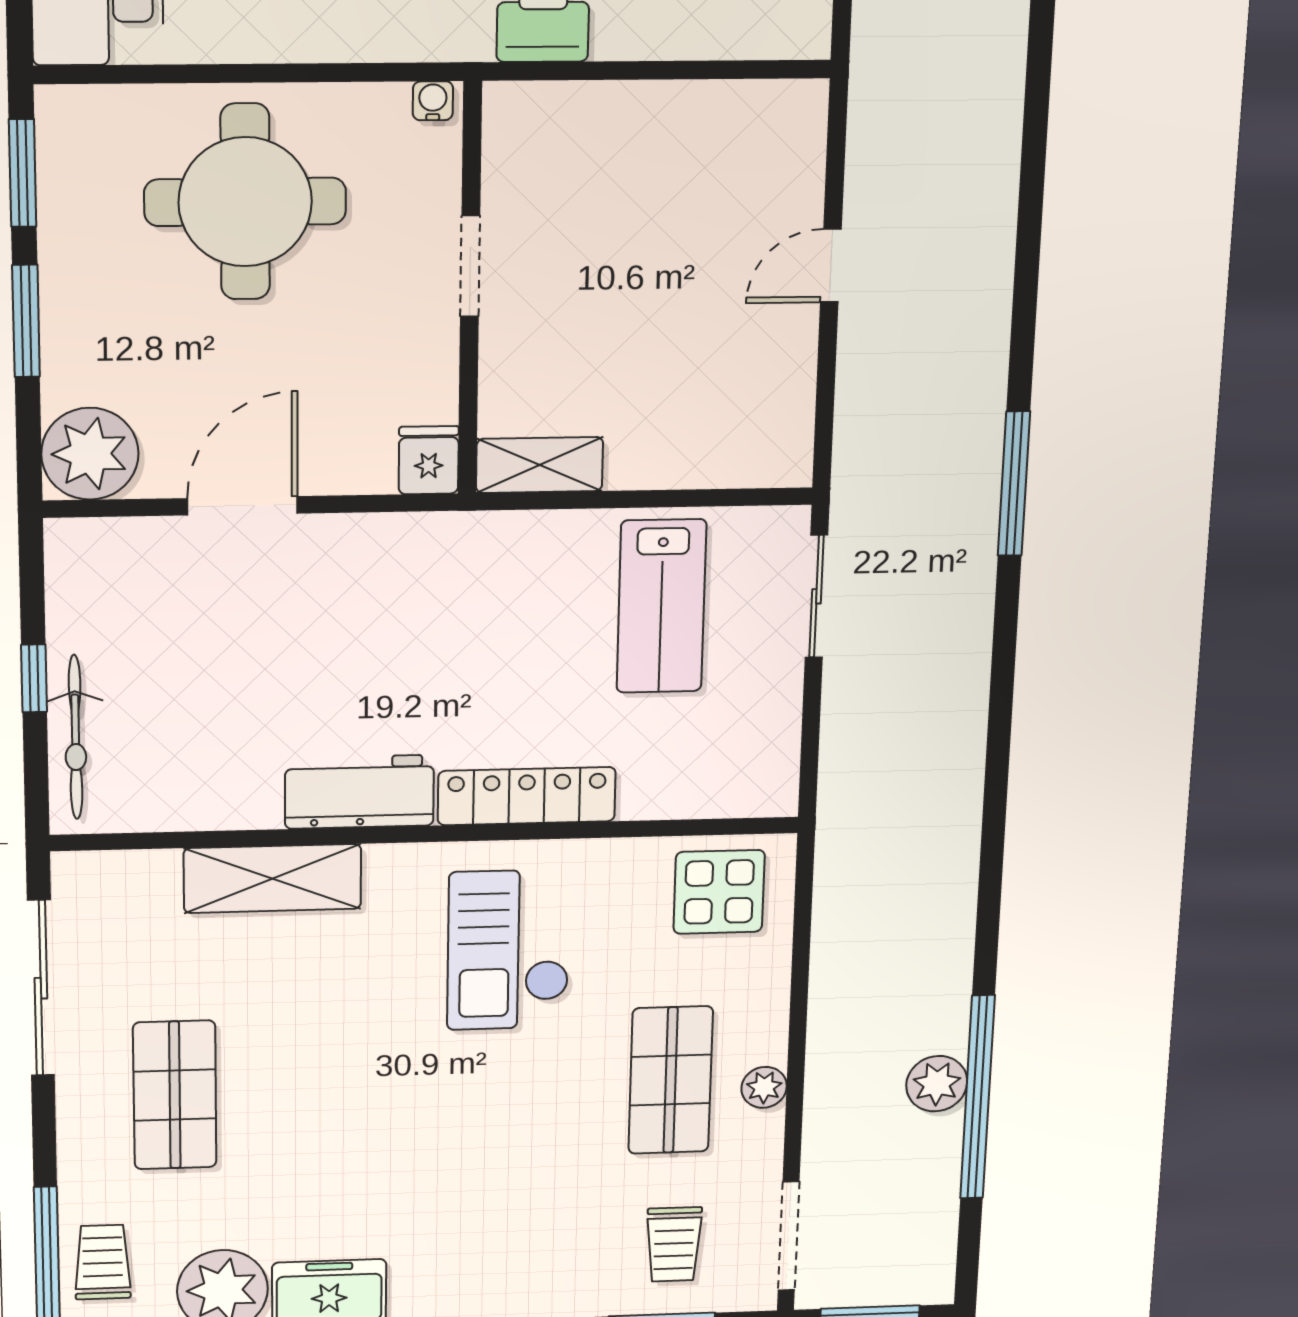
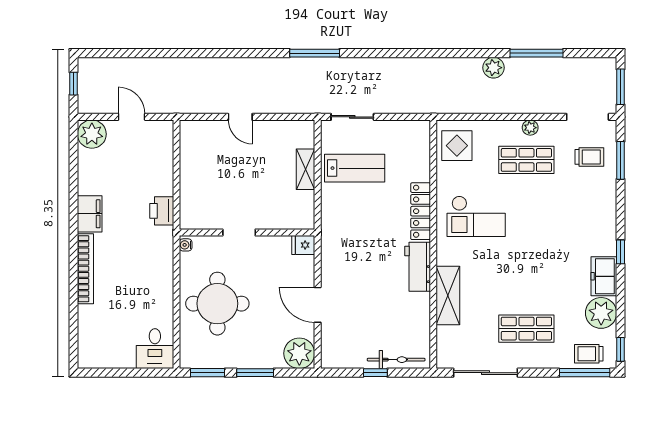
shelving: (540, 465) -> (305, 169), moved
plant: (937, 1084) -> (494, 68), moved
window: (977, 1097) -> (536, 53), width x0.68

